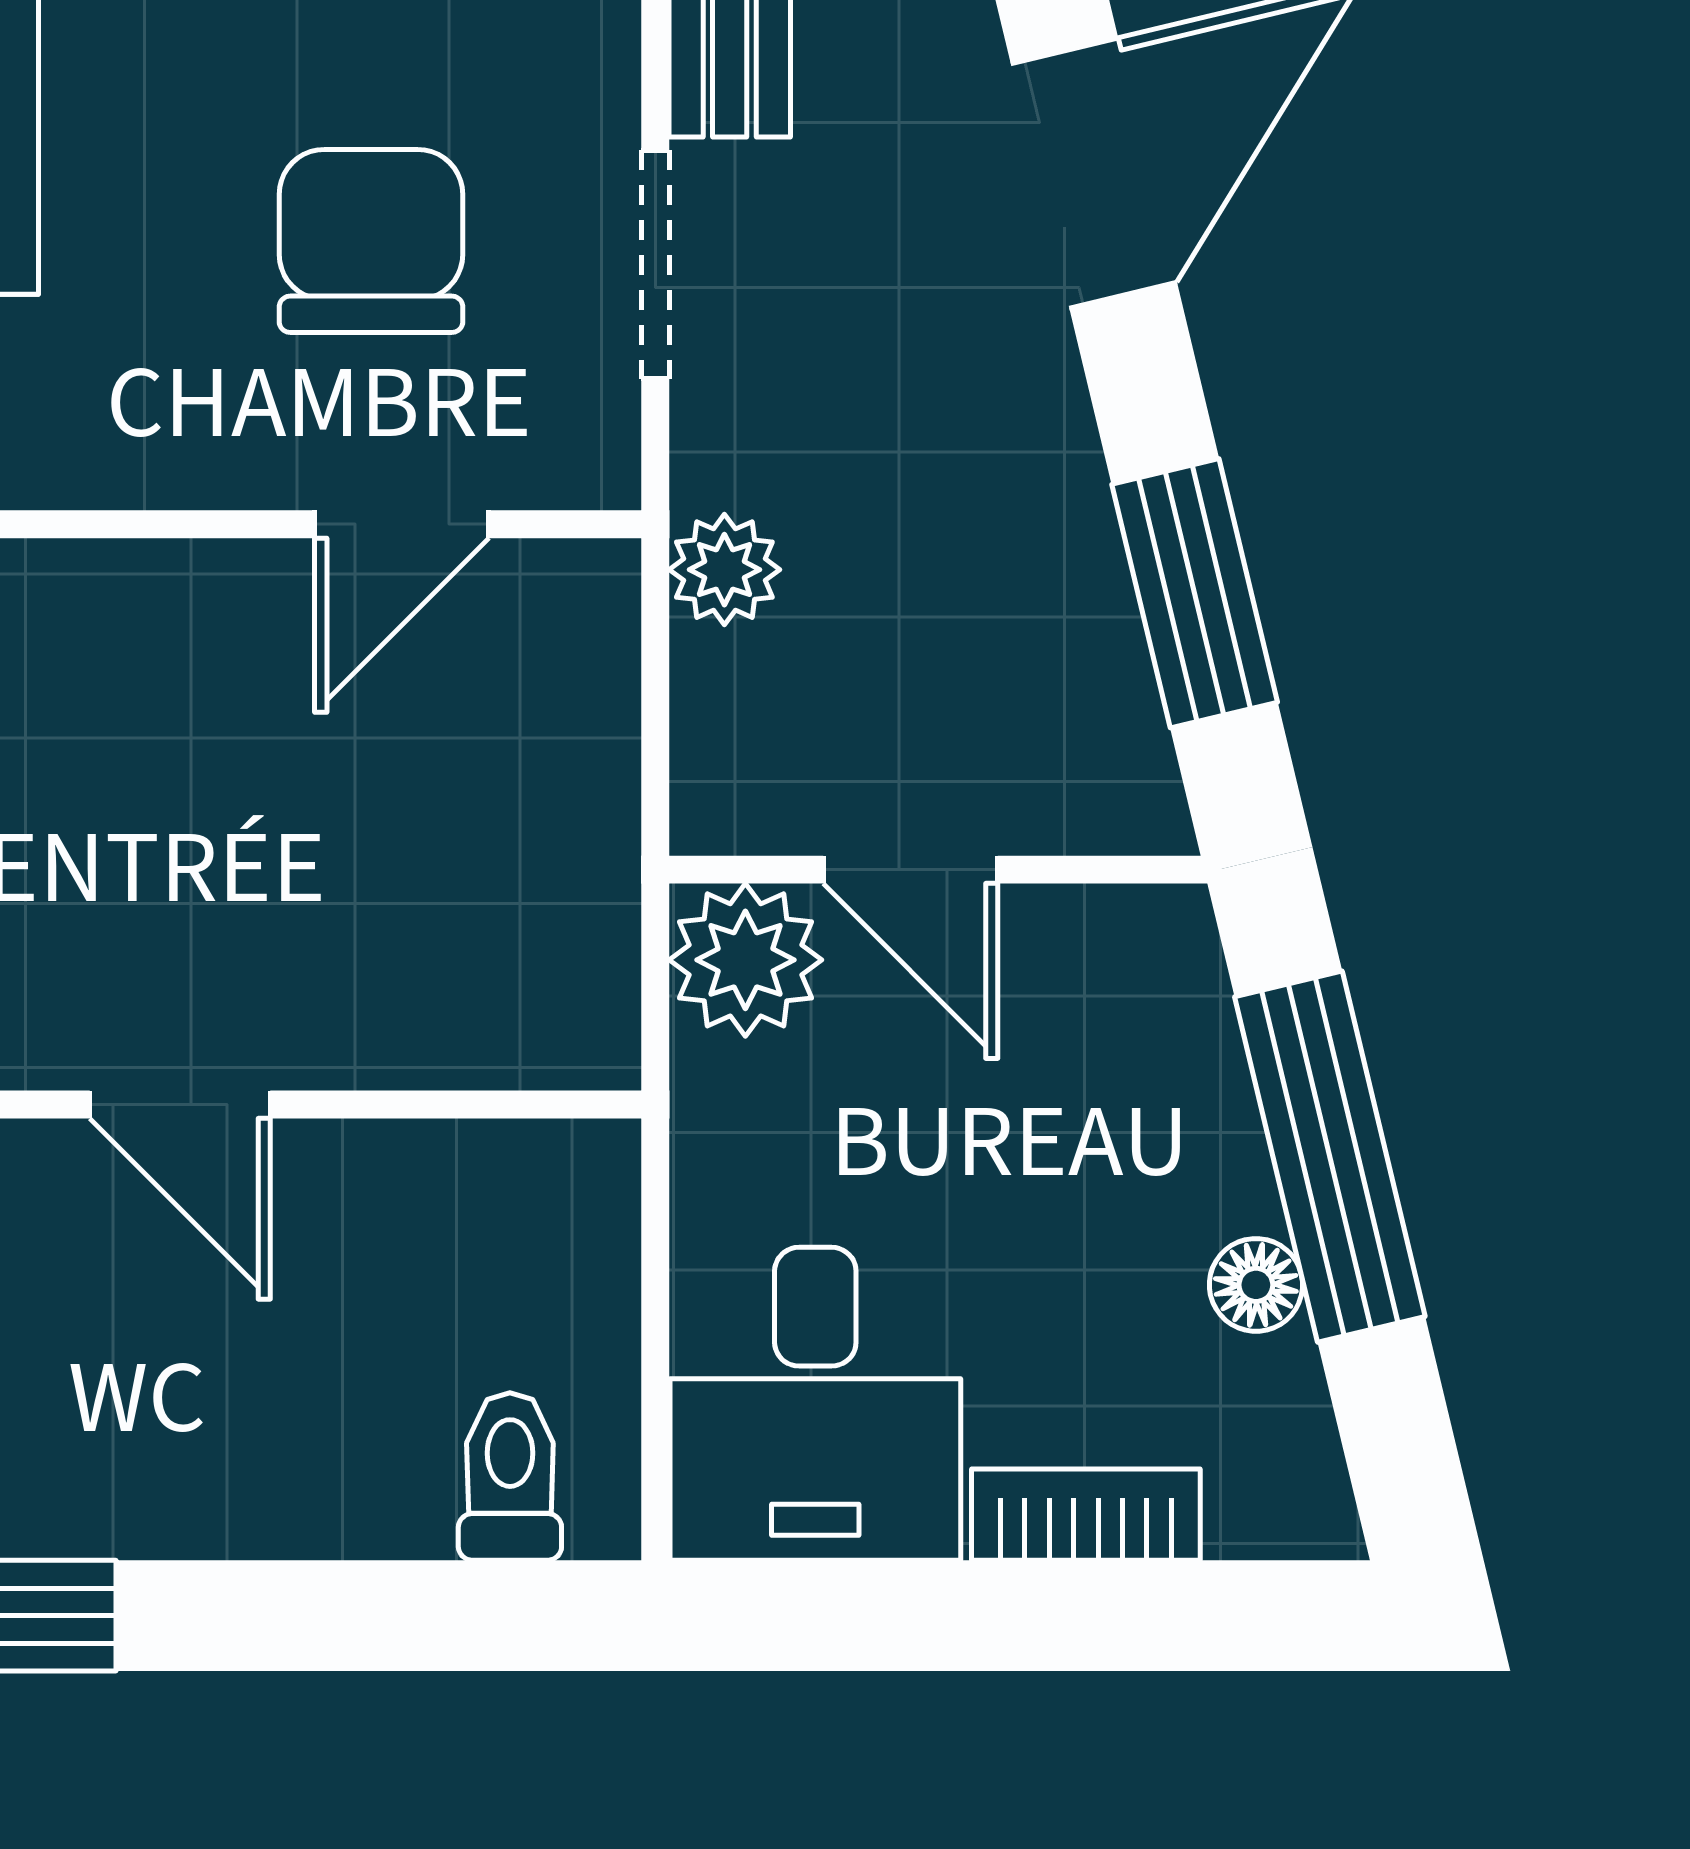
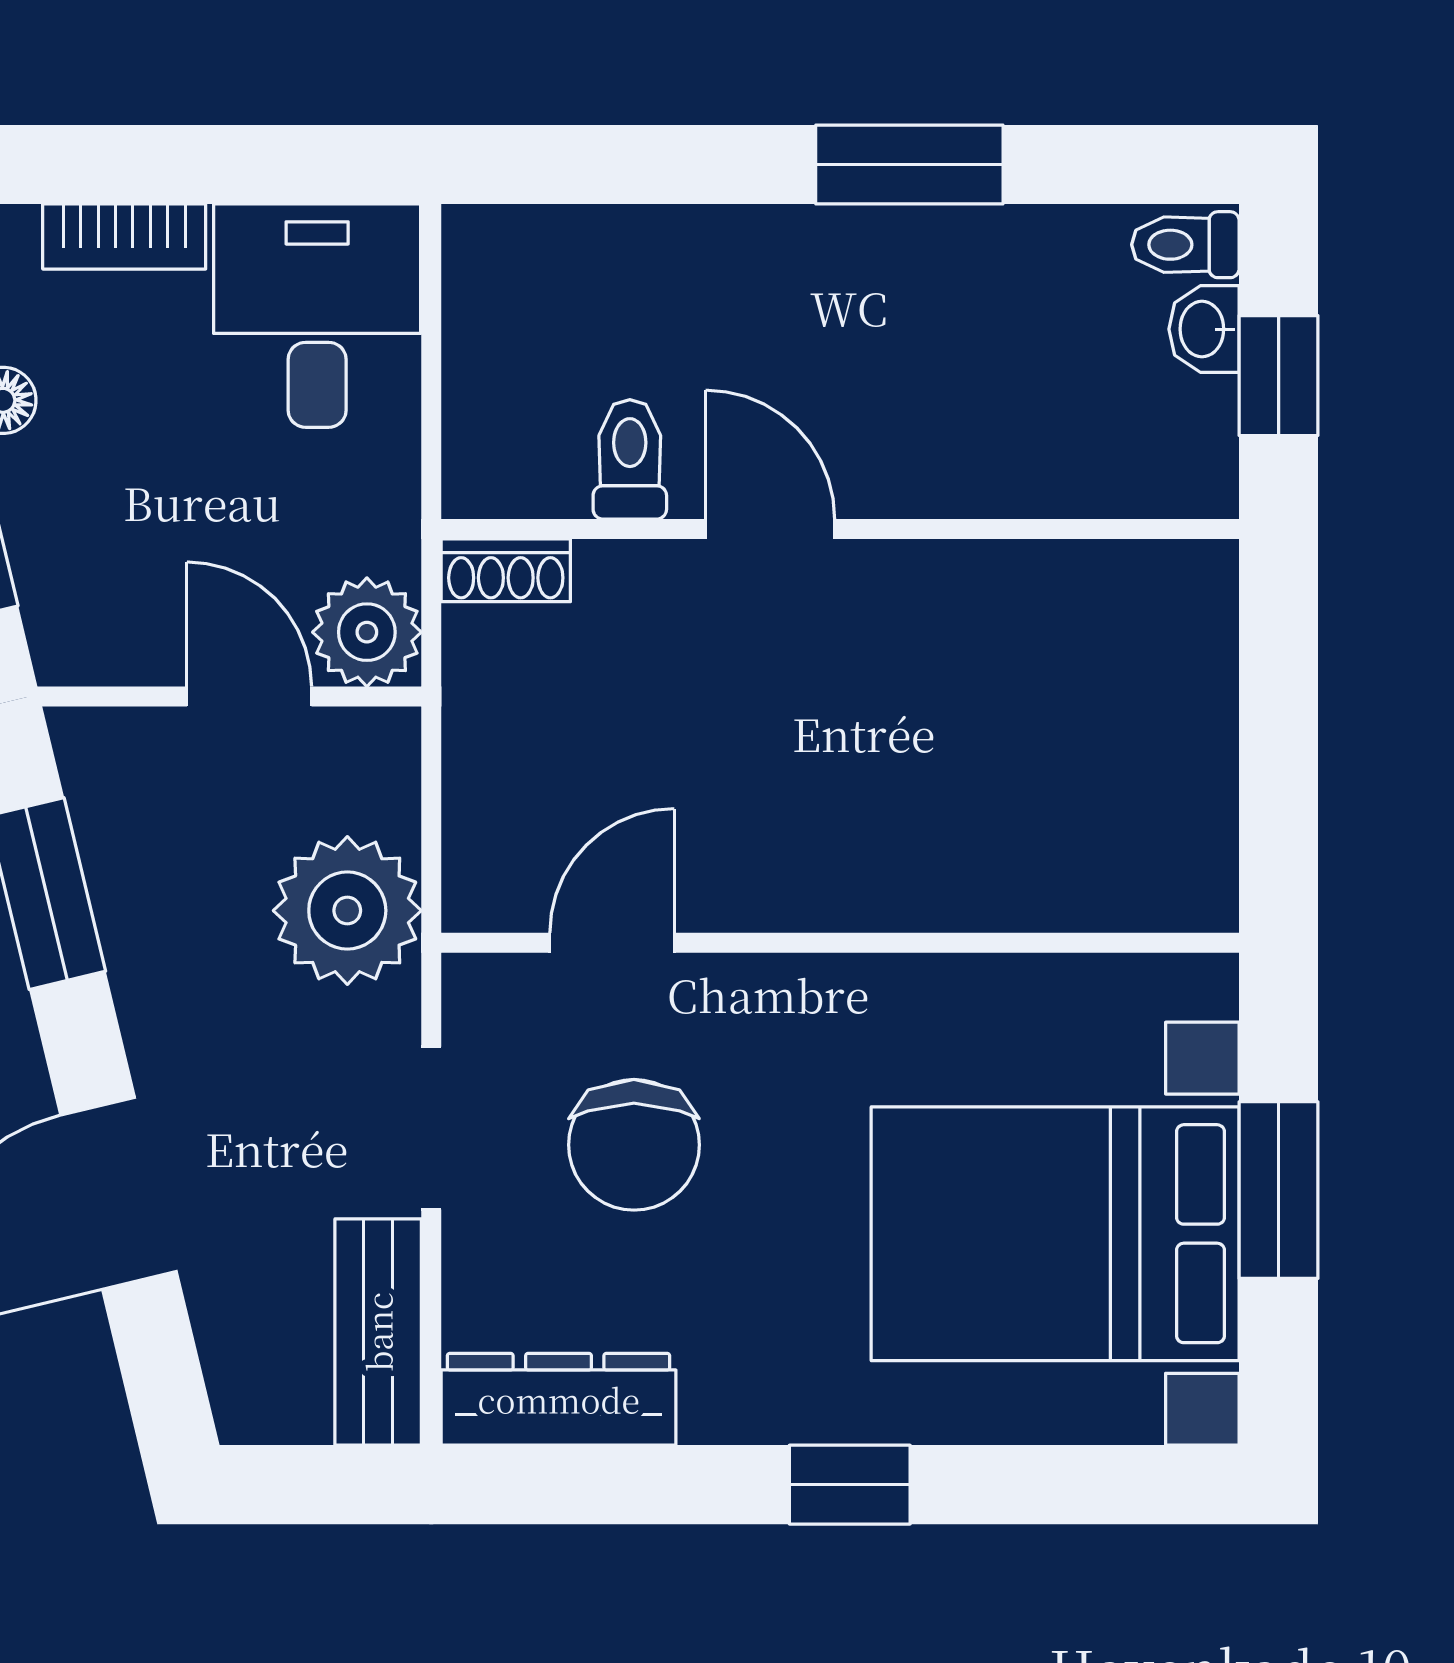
plant: (724, 570) -> (347, 911), width x1.87, depth x1.87
shoe rack: (551, 1047) -> (506, 570), added
toilet: (510, 1477) -> (630, 459), moved, turned 180

